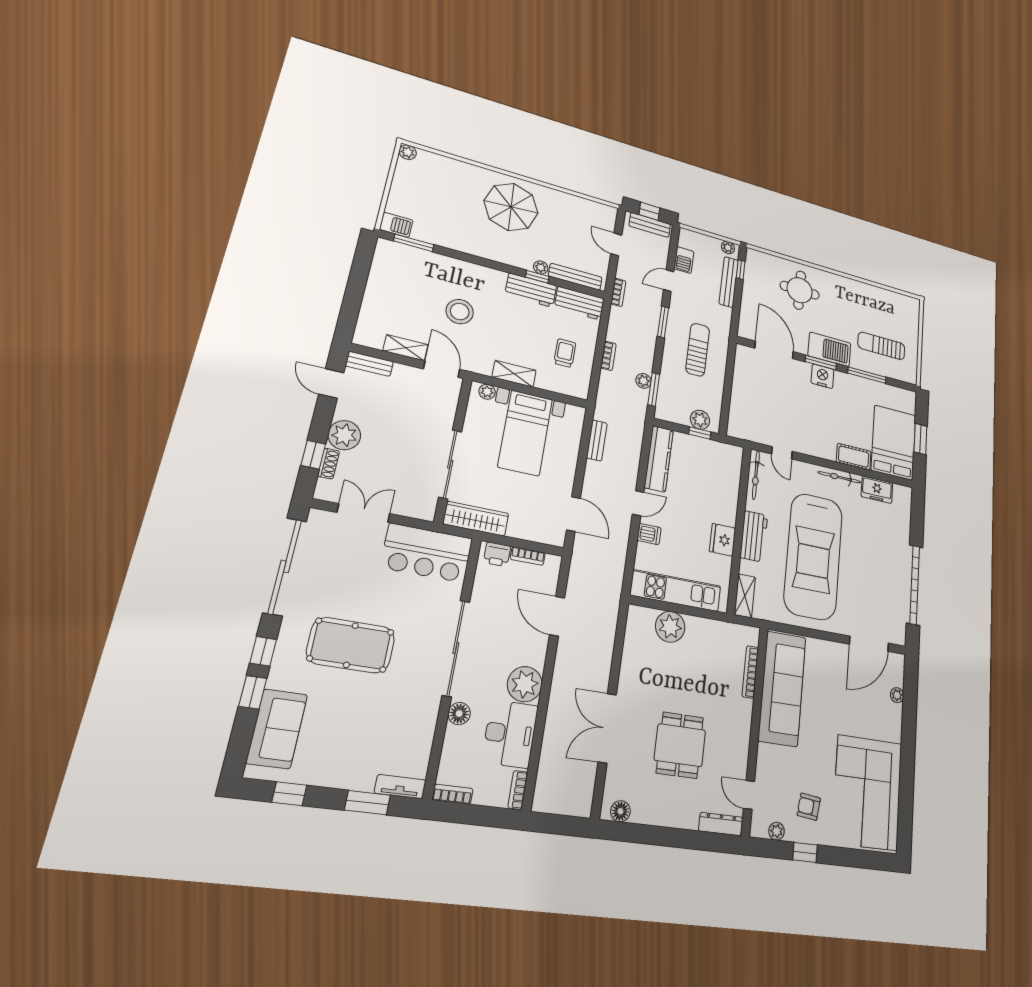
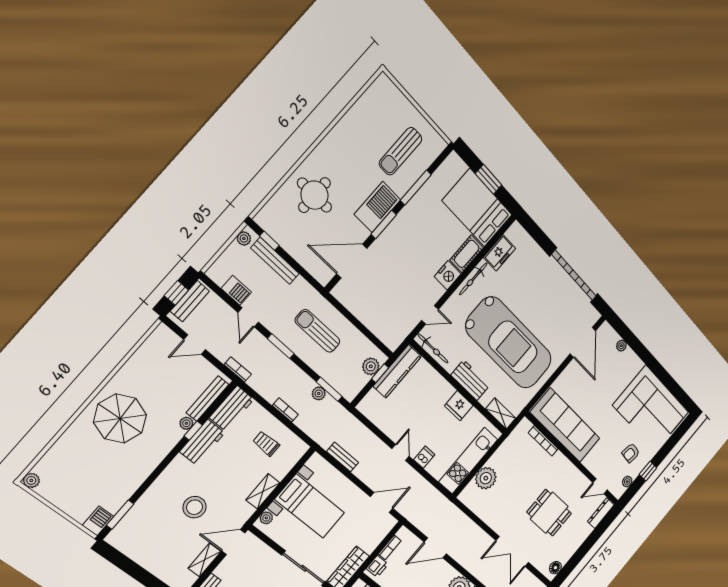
nightstand: (822, 376) -> (448, 275), moved, turned 180
kitchen counter: (659, 459) -> (397, 371), moved, turned 90

